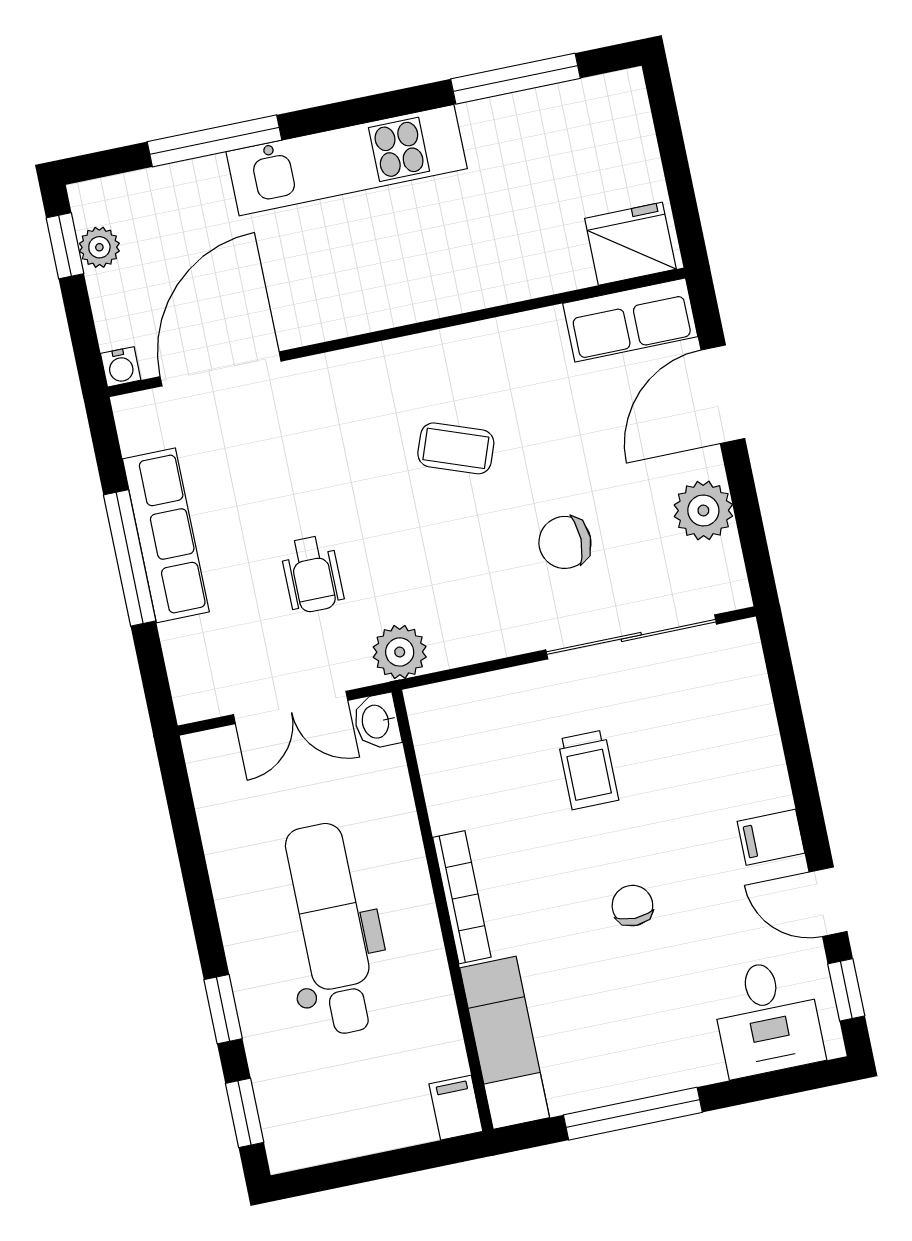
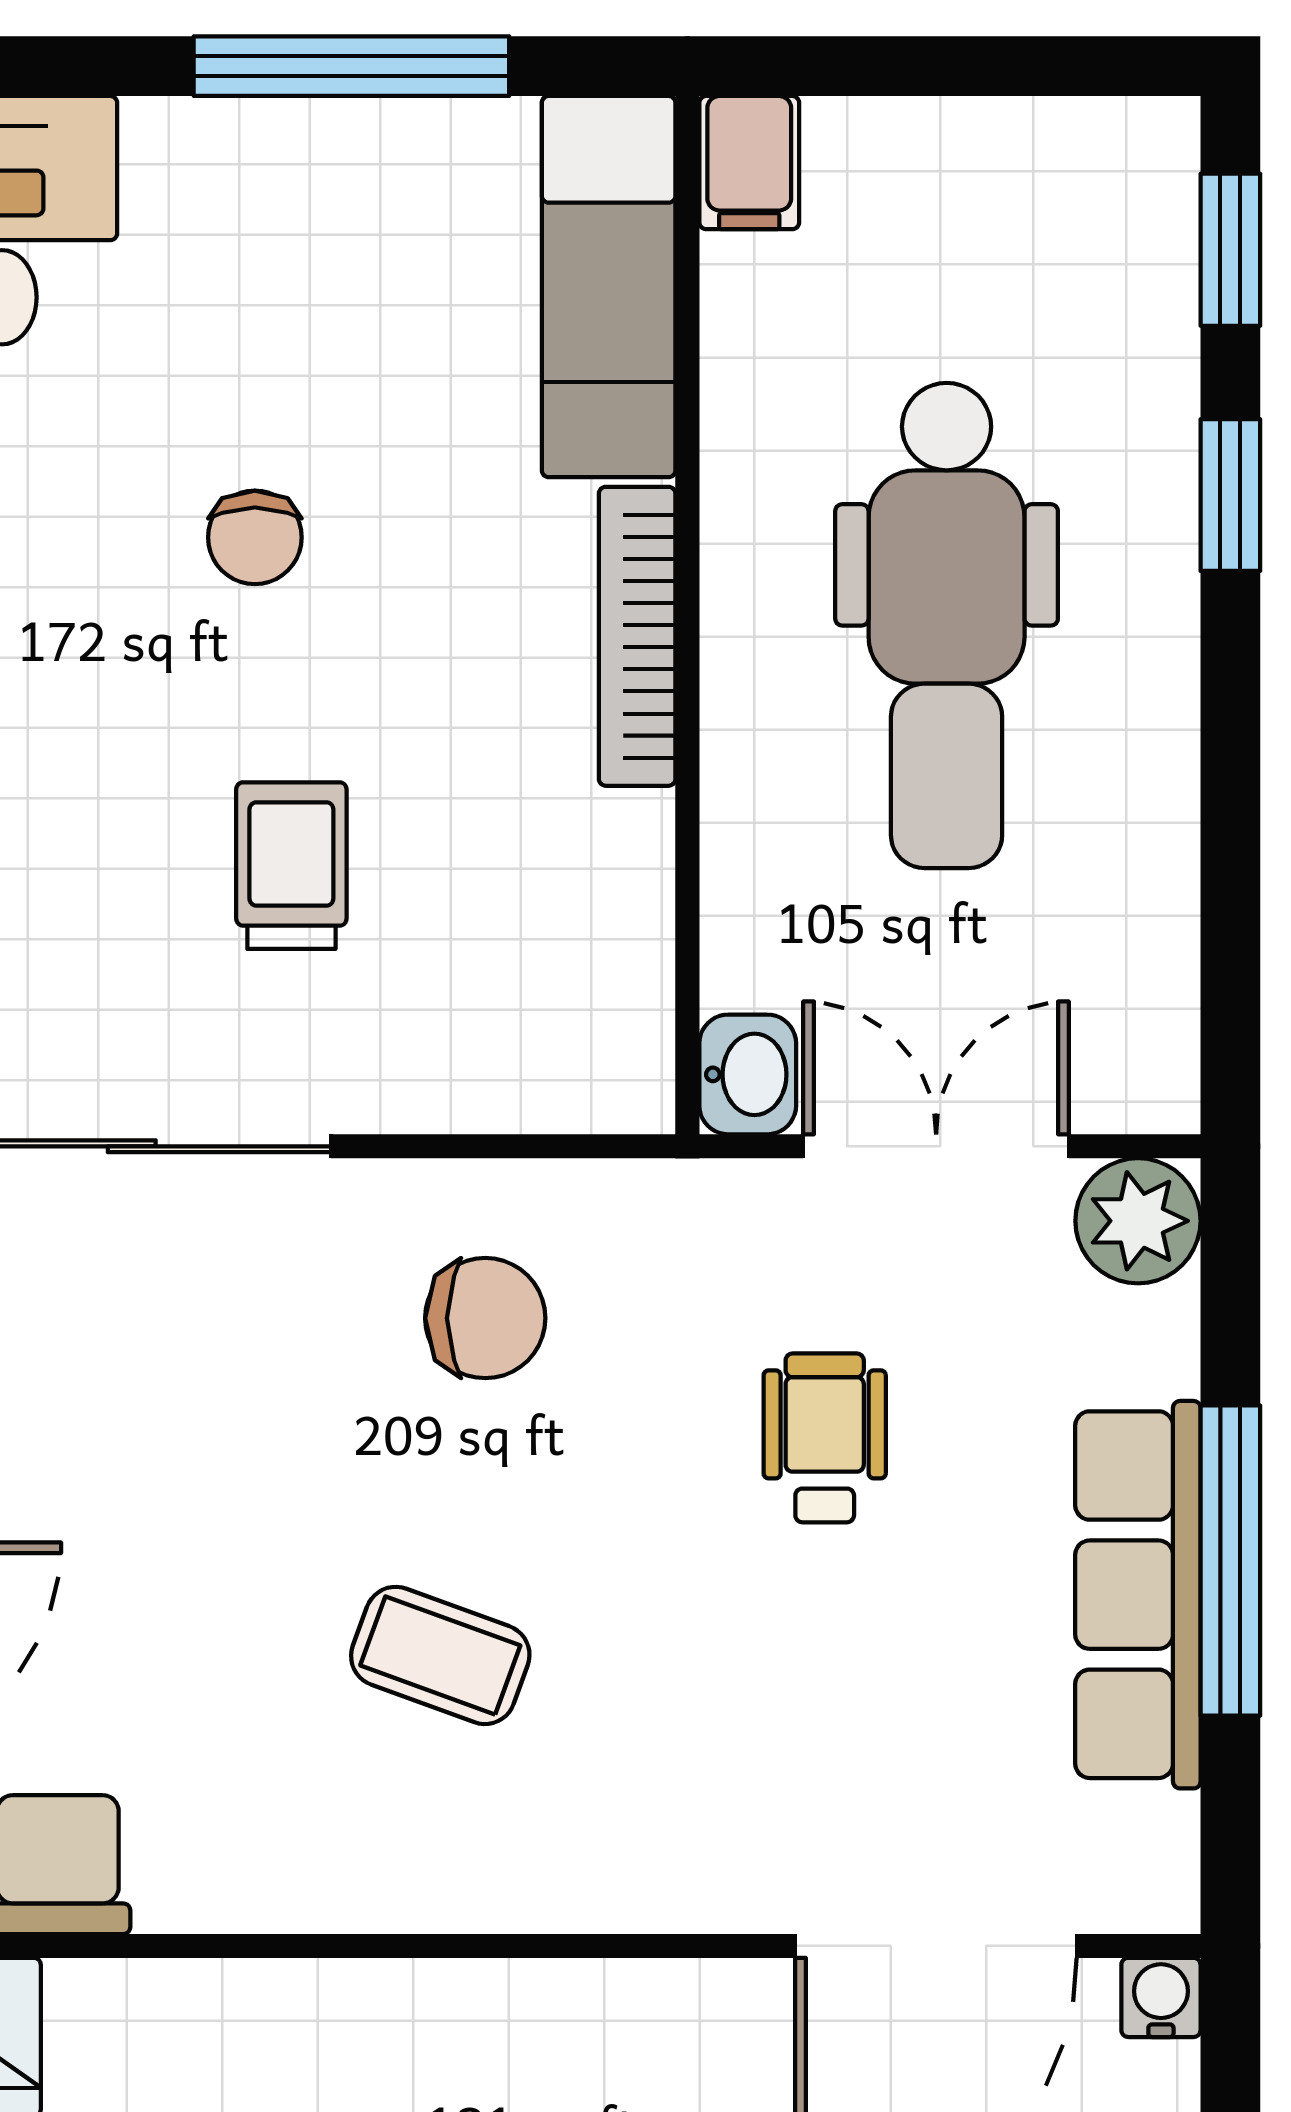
chair: (565, 542) -> (485, 1318), moved
plant: (400, 652) -> (1138, 1221), moved

